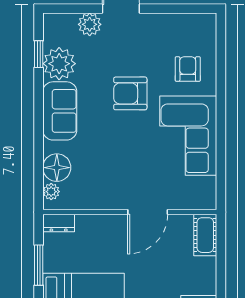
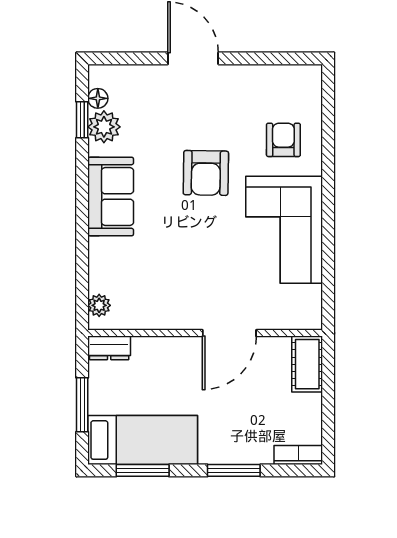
plant: (90, 24) -> (151, 80), removed
plant: (59, 64) -> (104, 127), width x0.73, depth x0.73
armchair: (130, 93) -> (206, 173), turned -89
floor lamp: (57, 168) -> (98, 98), moved, width x0.53, depth x0.53

